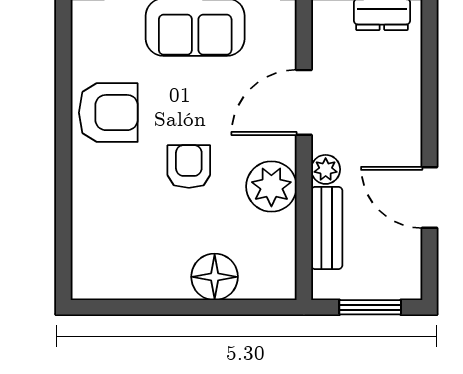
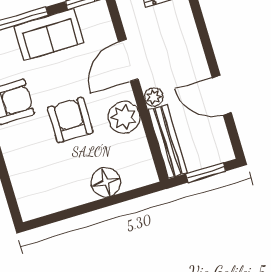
armchair: (189, 166) -> (70, 120), width x1.38, depth x1.38
bench: (327, 228) -> (168, 141), width x1.36

